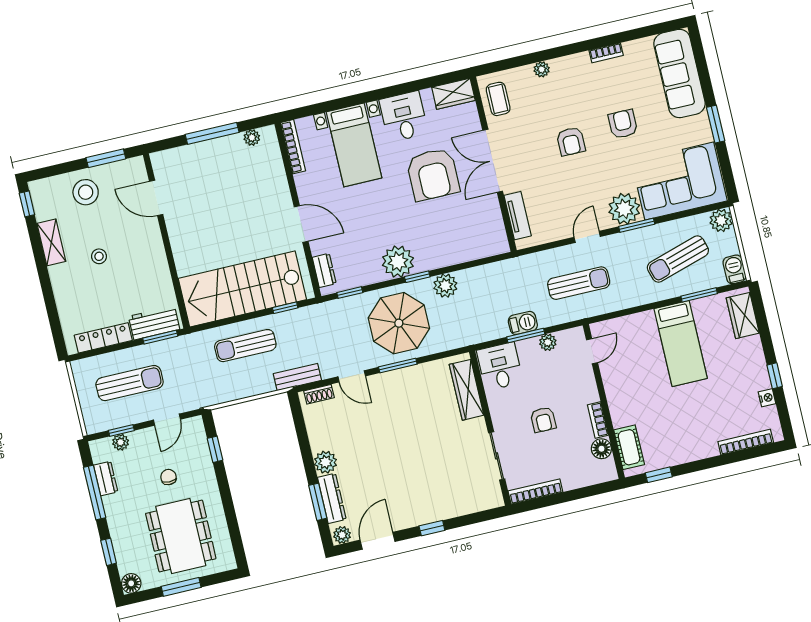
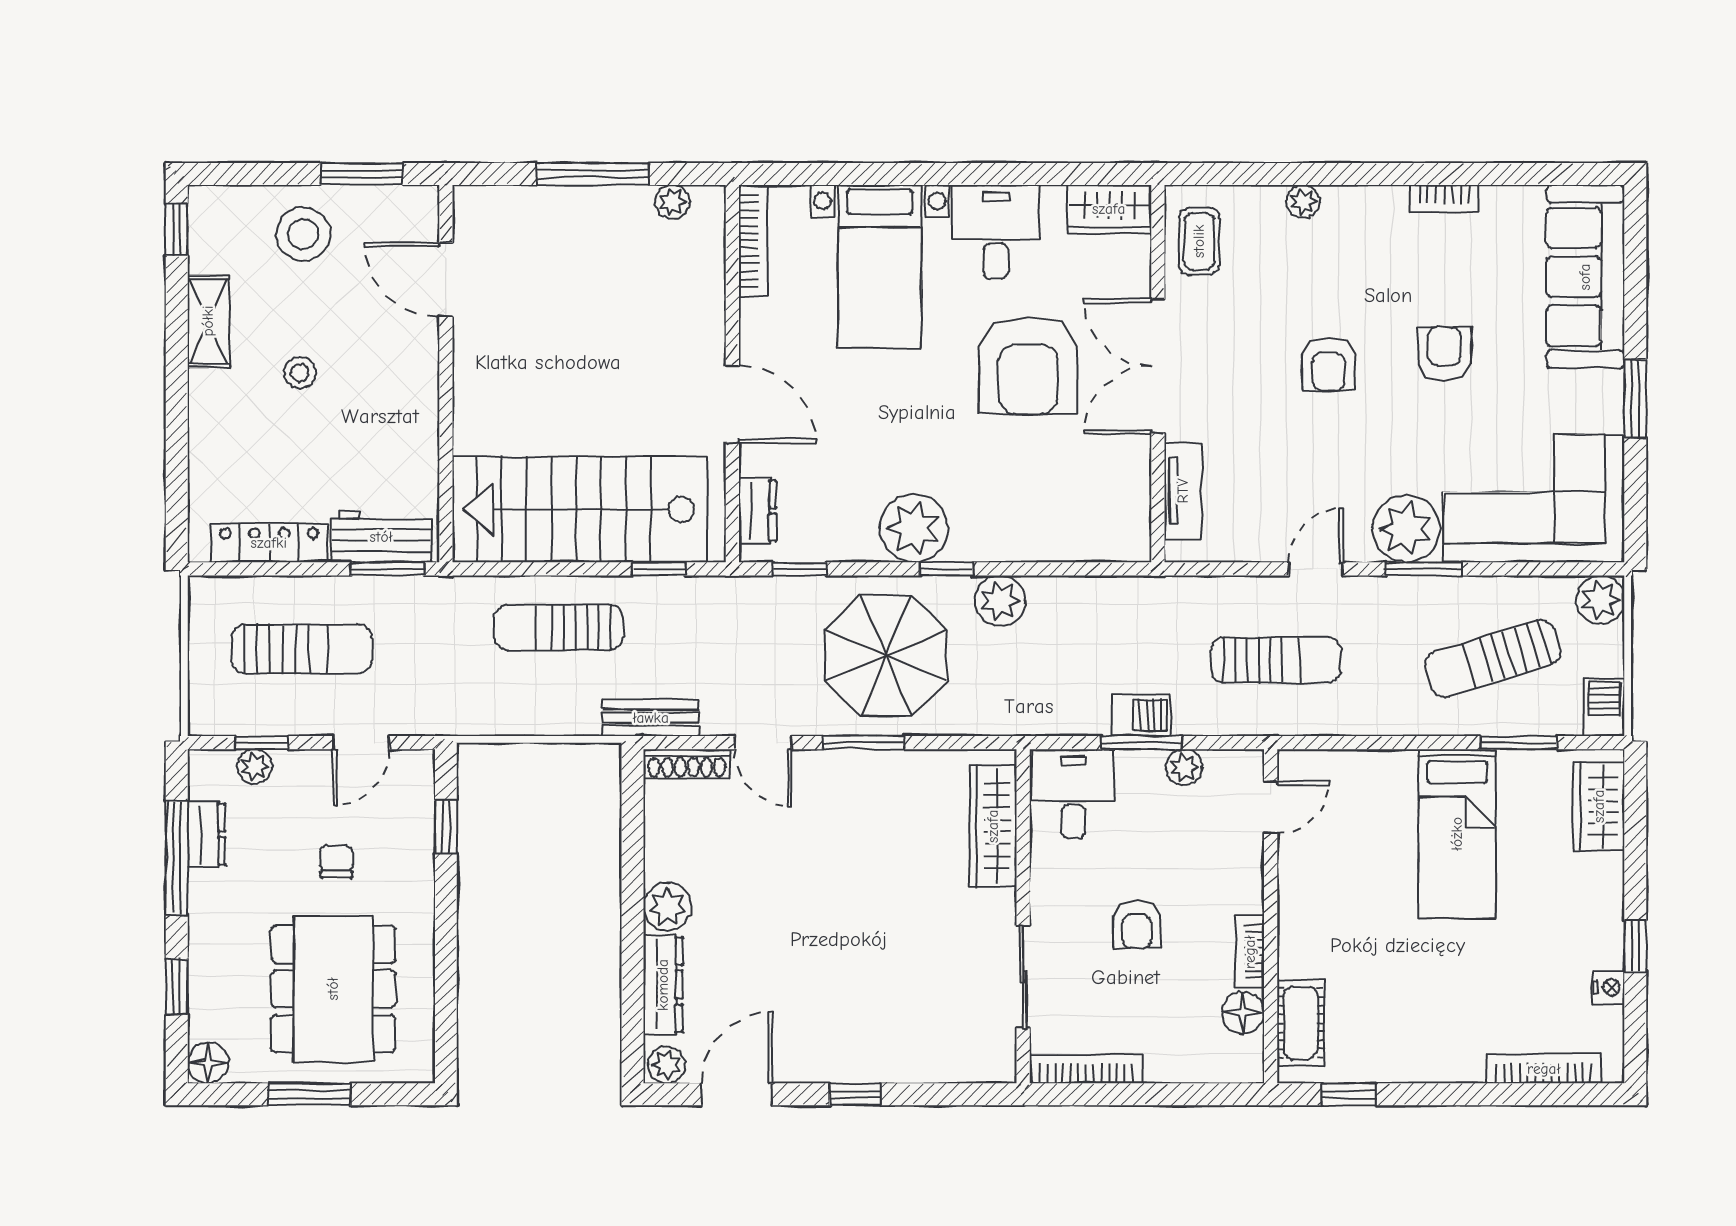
shoe rack: (319, 394) -> (687, 764), width x1.43
window: (318, 502) -> (633, 985), removed

